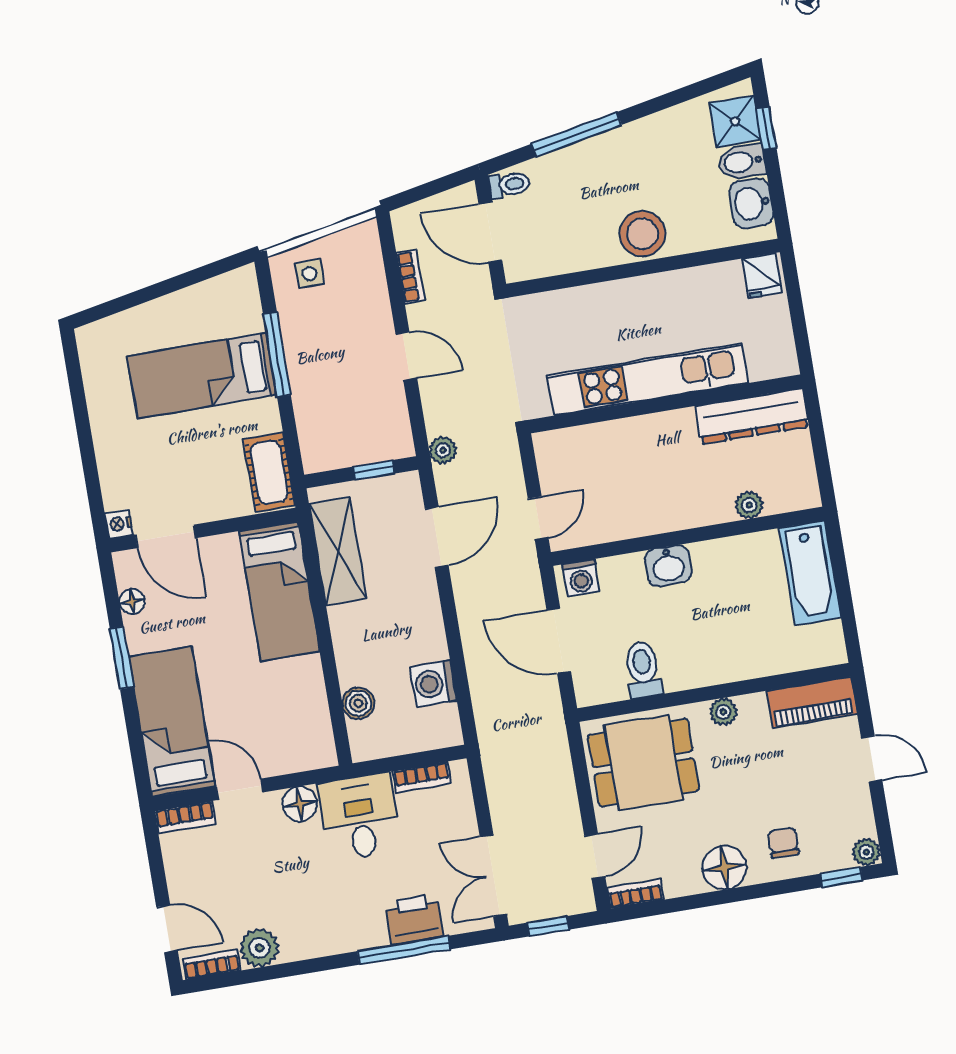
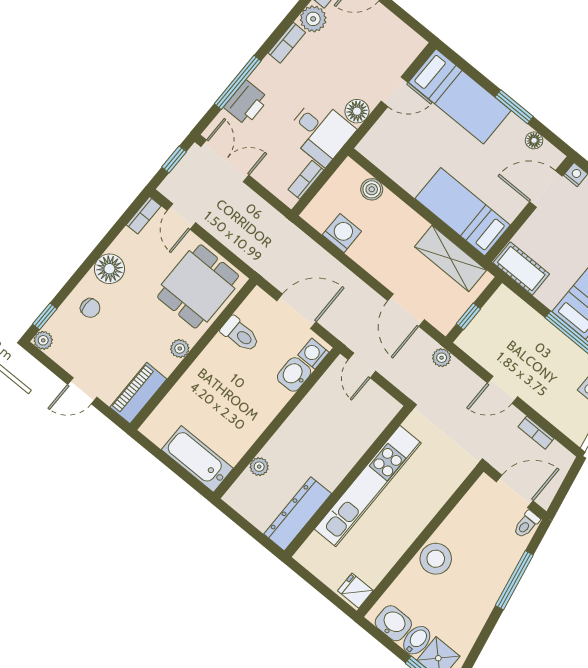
washbasin: (668, 566) -> (294, 374), moved
bookcase: (185, 817) -> (287, 43), moved, turned 180

